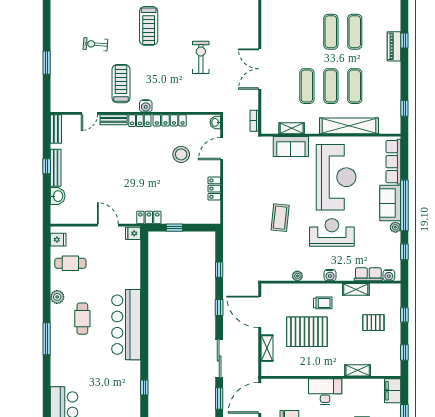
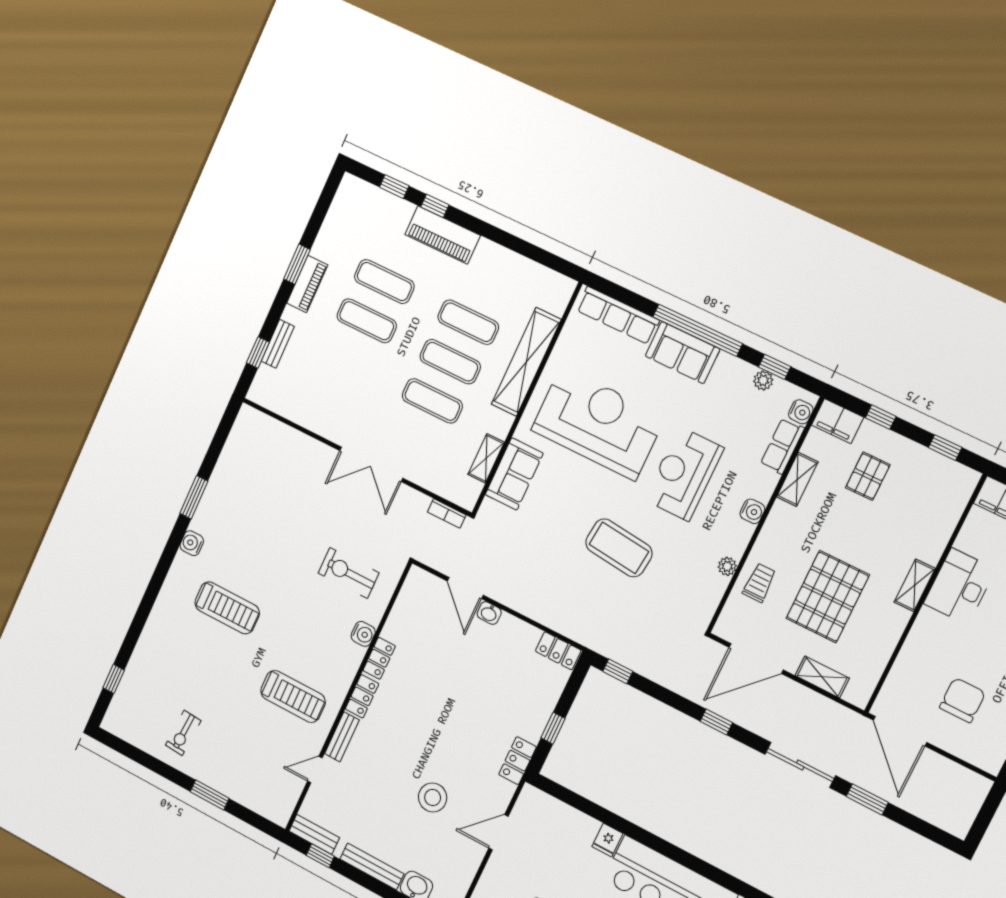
exercise bike: (95, 44) -> (183, 733), moved
piano: (394, 46) -> (443, 235), width x1.37, depth x1.33
exercise bike: (201, 57) -> (349, 573), moved
treadmill: (121, 84) -> (293, 696), turned 180
water cooler: (146, 106) -> (363, 634), moved
window: (404, 108) -> (394, 187), moved
door: (89, 113) -> (315, 770), swing flipped
locker: (170, 120) -> (379, 658), width x0.66
washbasin: (215, 122) -> (489, 613), moved
stool: (181, 154) -> (433, 797), moved
window: (47, 166) -> (320, 856), moved
locker: (214, 189) -> (558, 651), moved
coffee table: (280, 218) -> (619, 548), width x1.36, depth x1.32
plant: (395, 227) -> (763, 380), moved
fridge: (133, 233) -> (607, 840), moved
window: (219, 270) -> (618, 671), moved
filing cabinet: (393, 295) -> (838, 421), added
trolley: (323, 303) -> (759, 583), moved
shelving: (358, 370) -> (915, 585), moved
desk: (325, 392) -> (960, 586), moved

